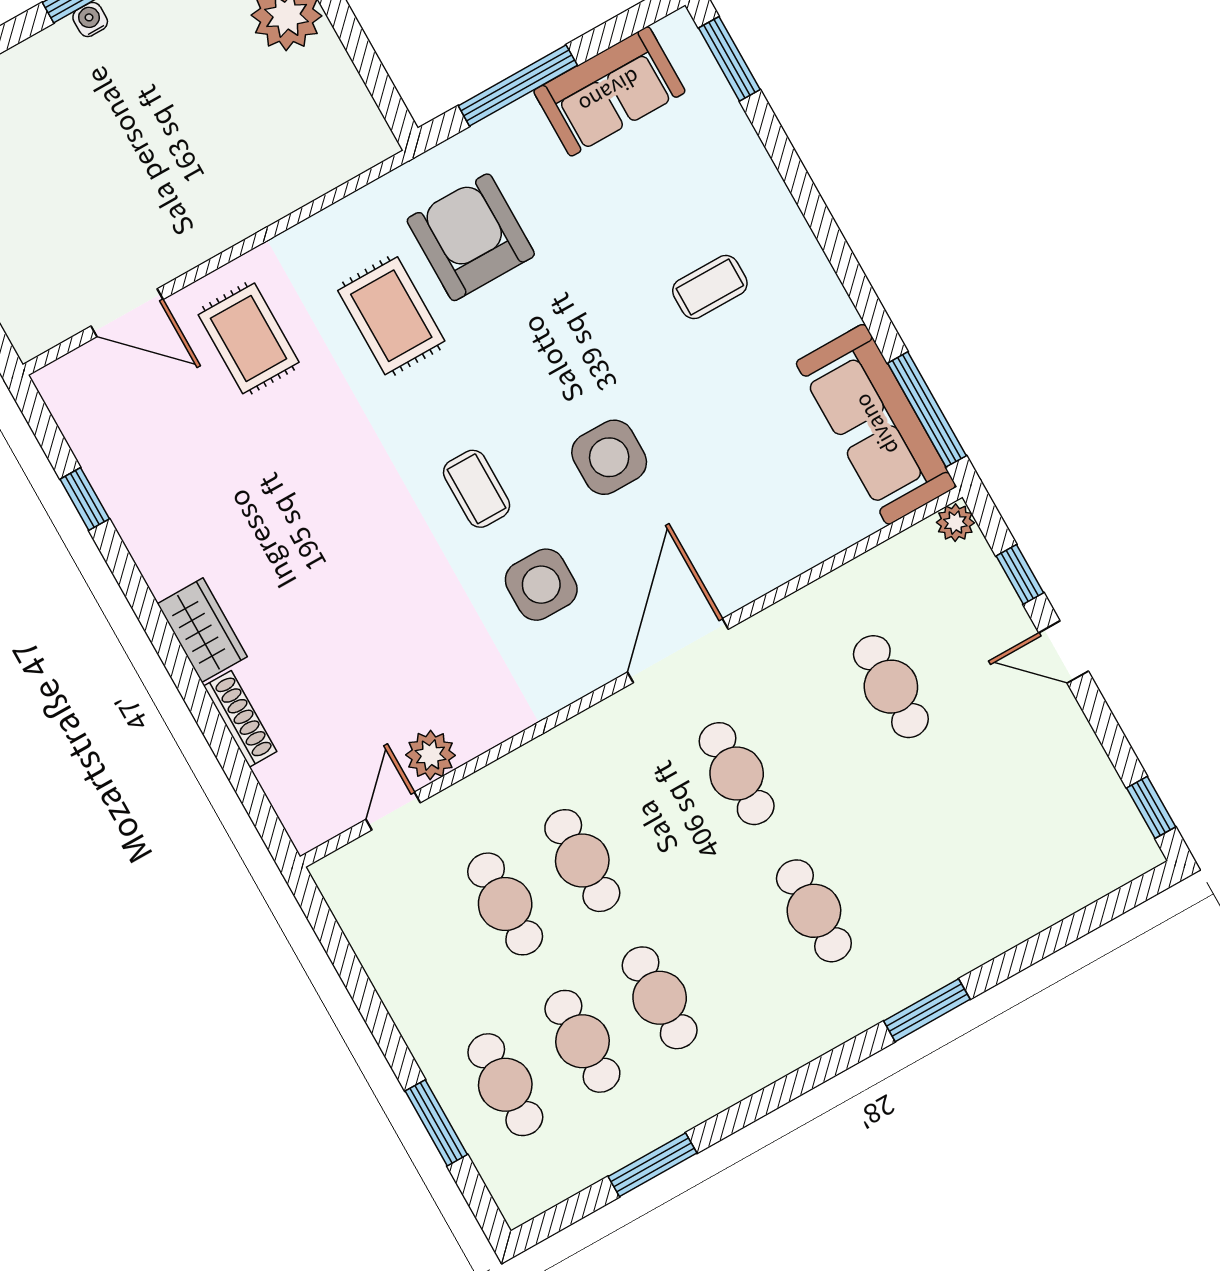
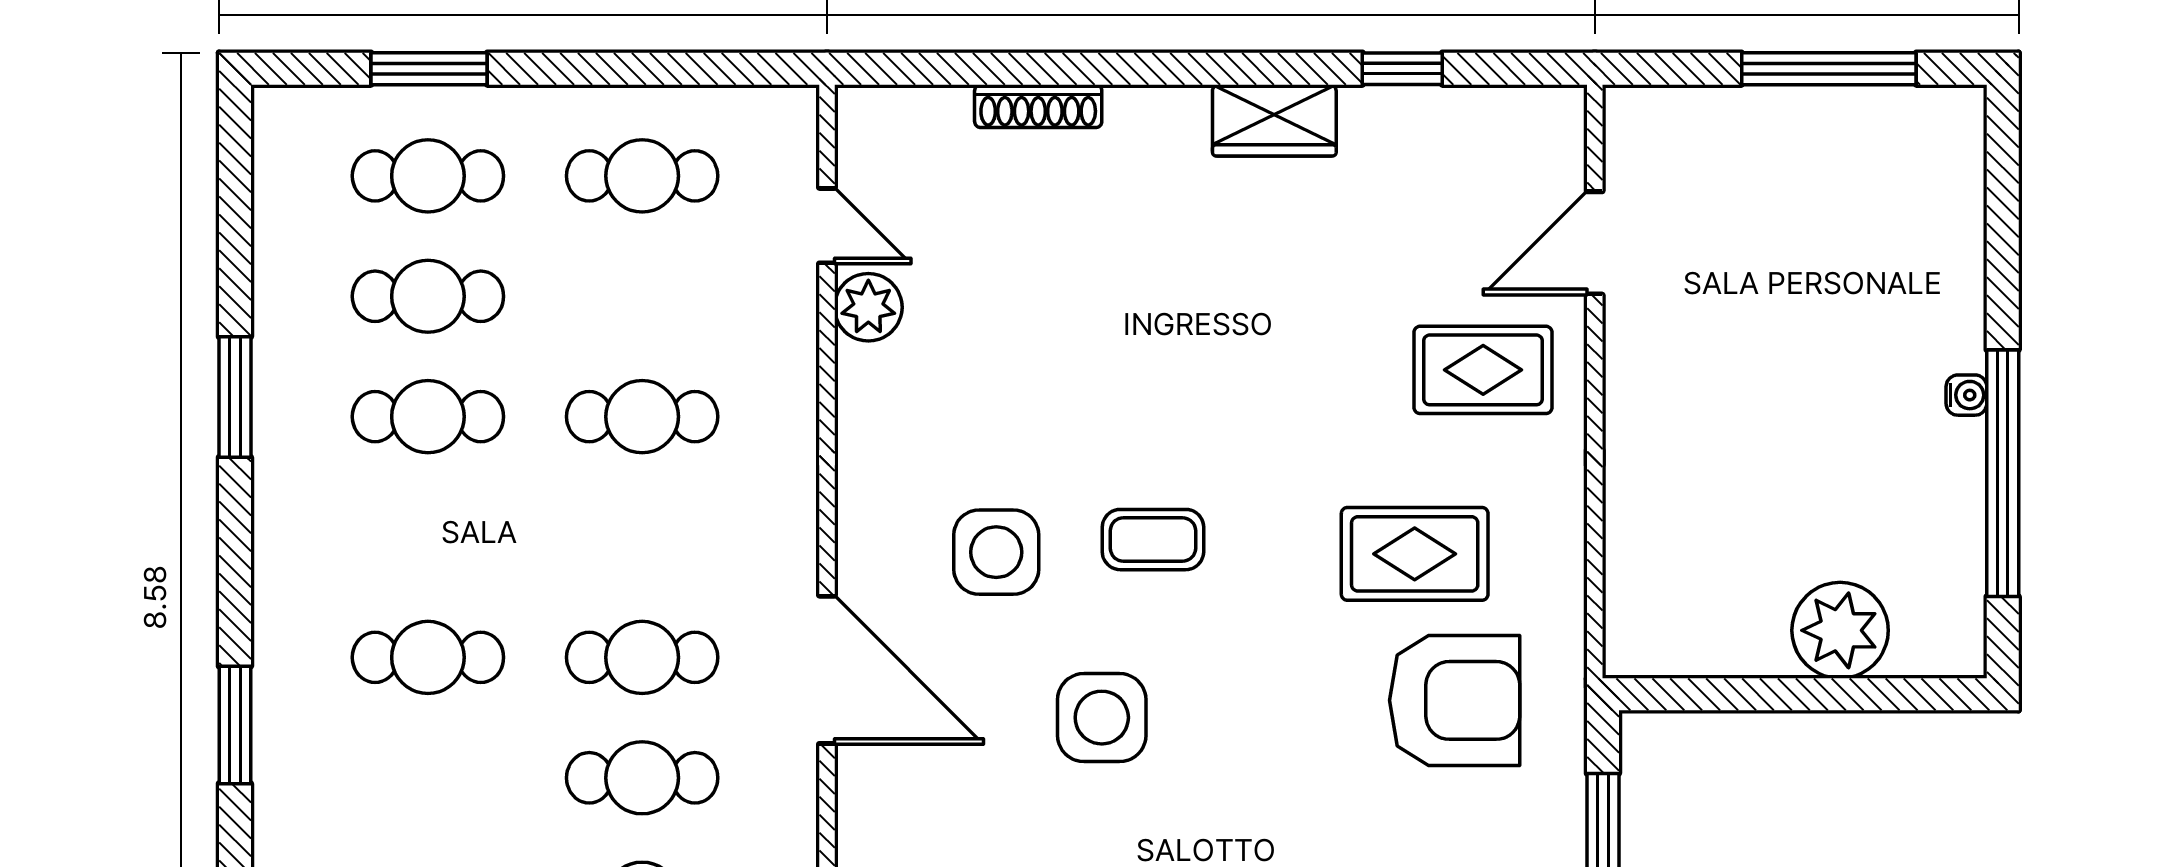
wardrobe: (202, 630) -> (1274, 120), moved
cafe table: (814, 730) -> (642, 778), added
cafe table: (505, 904) -> (642, 176), moved
window: (653, 1165) -> (235, 397), moved

